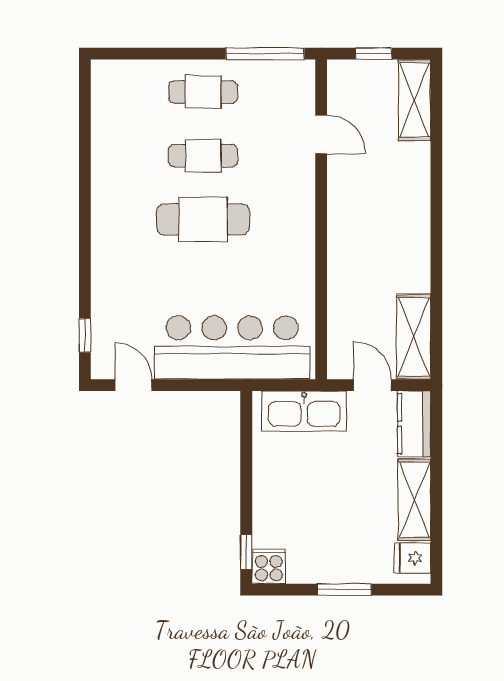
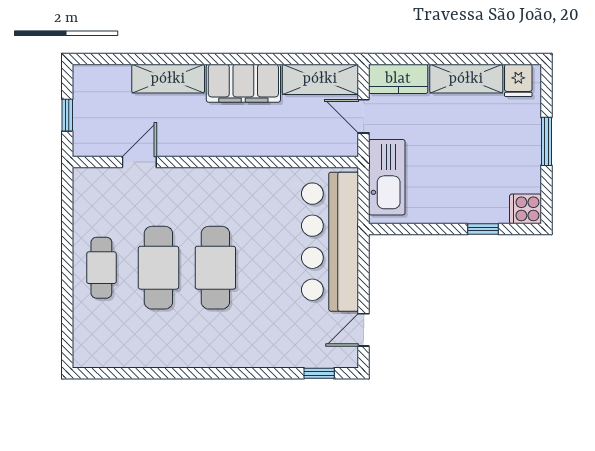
window: (265, 54) -> (67, 212), removed
shelving: (414, 100) -> (168, 79), moved
cafe table: (203, 156) -> (158, 268), width x1.37, depth x1.35
filing cabinet: (409, 251) -> (243, 83), added
door: (372, 385) -> (364, 116), hinge flipped
window: (246, 552) -> (483, 229), moved

